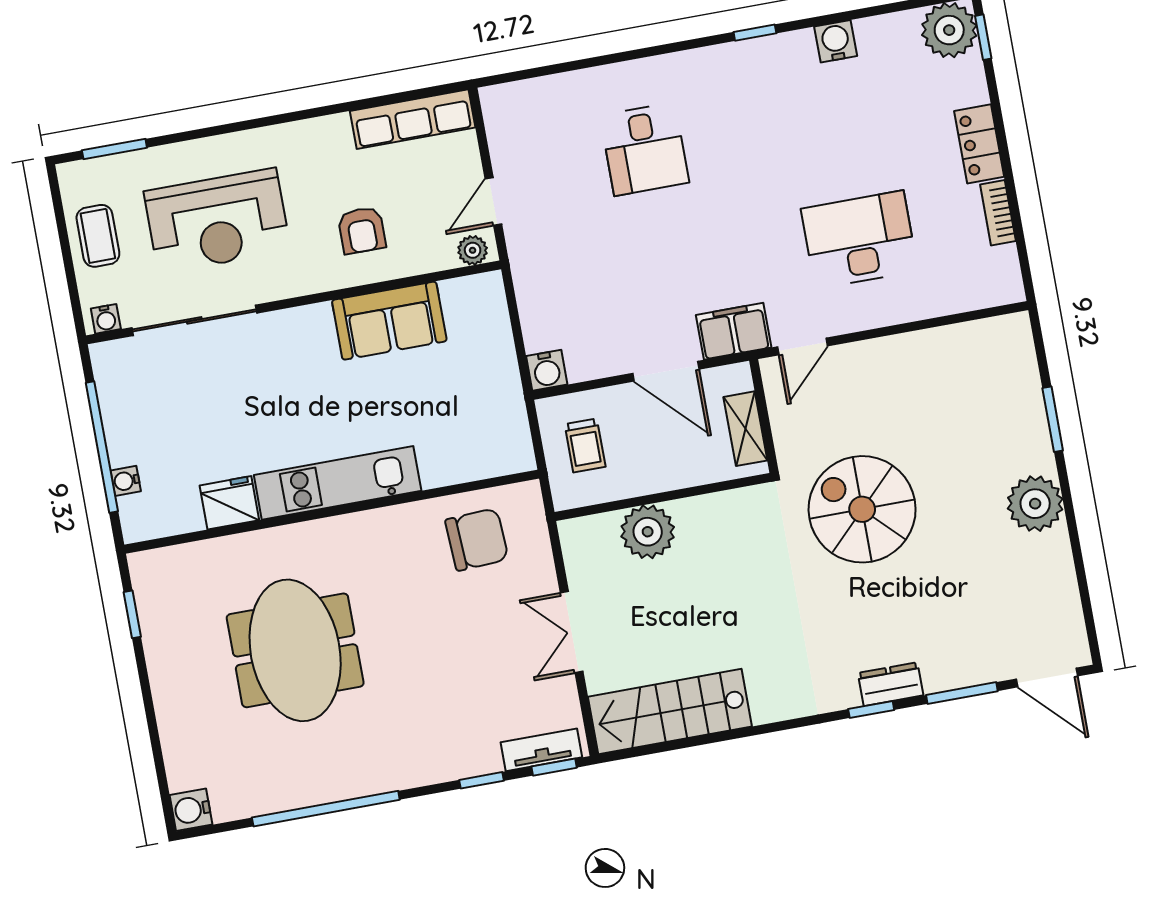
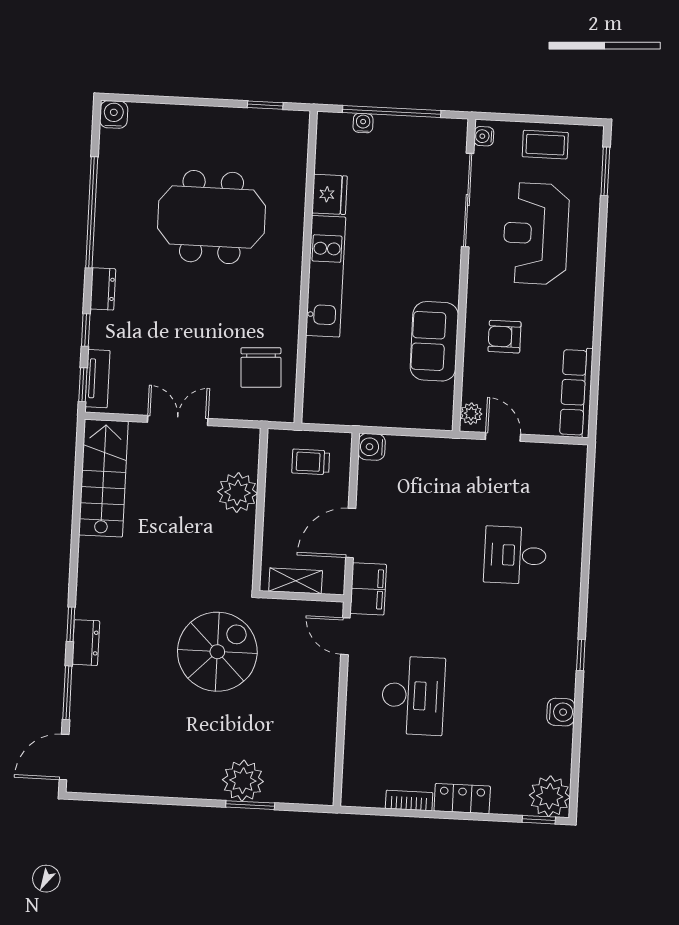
plant: (1035, 504) -> (243, 781), moved
dresser: (423, 770) -> (103, 289), added

